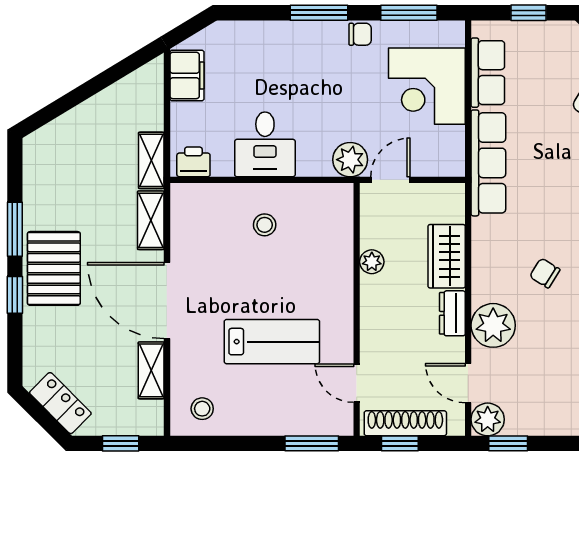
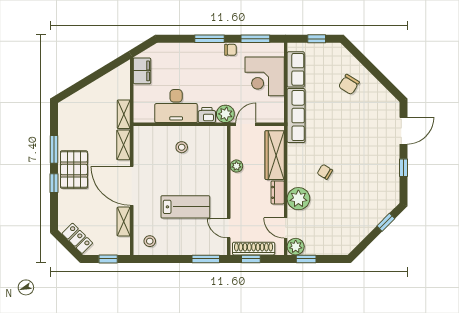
desk: (265, 144) -> (176, 106), width x1.37
printer: (193, 162) -> (207, 115), moved
wardrobe: (447, 256) -> (275, 155), width x1.50

